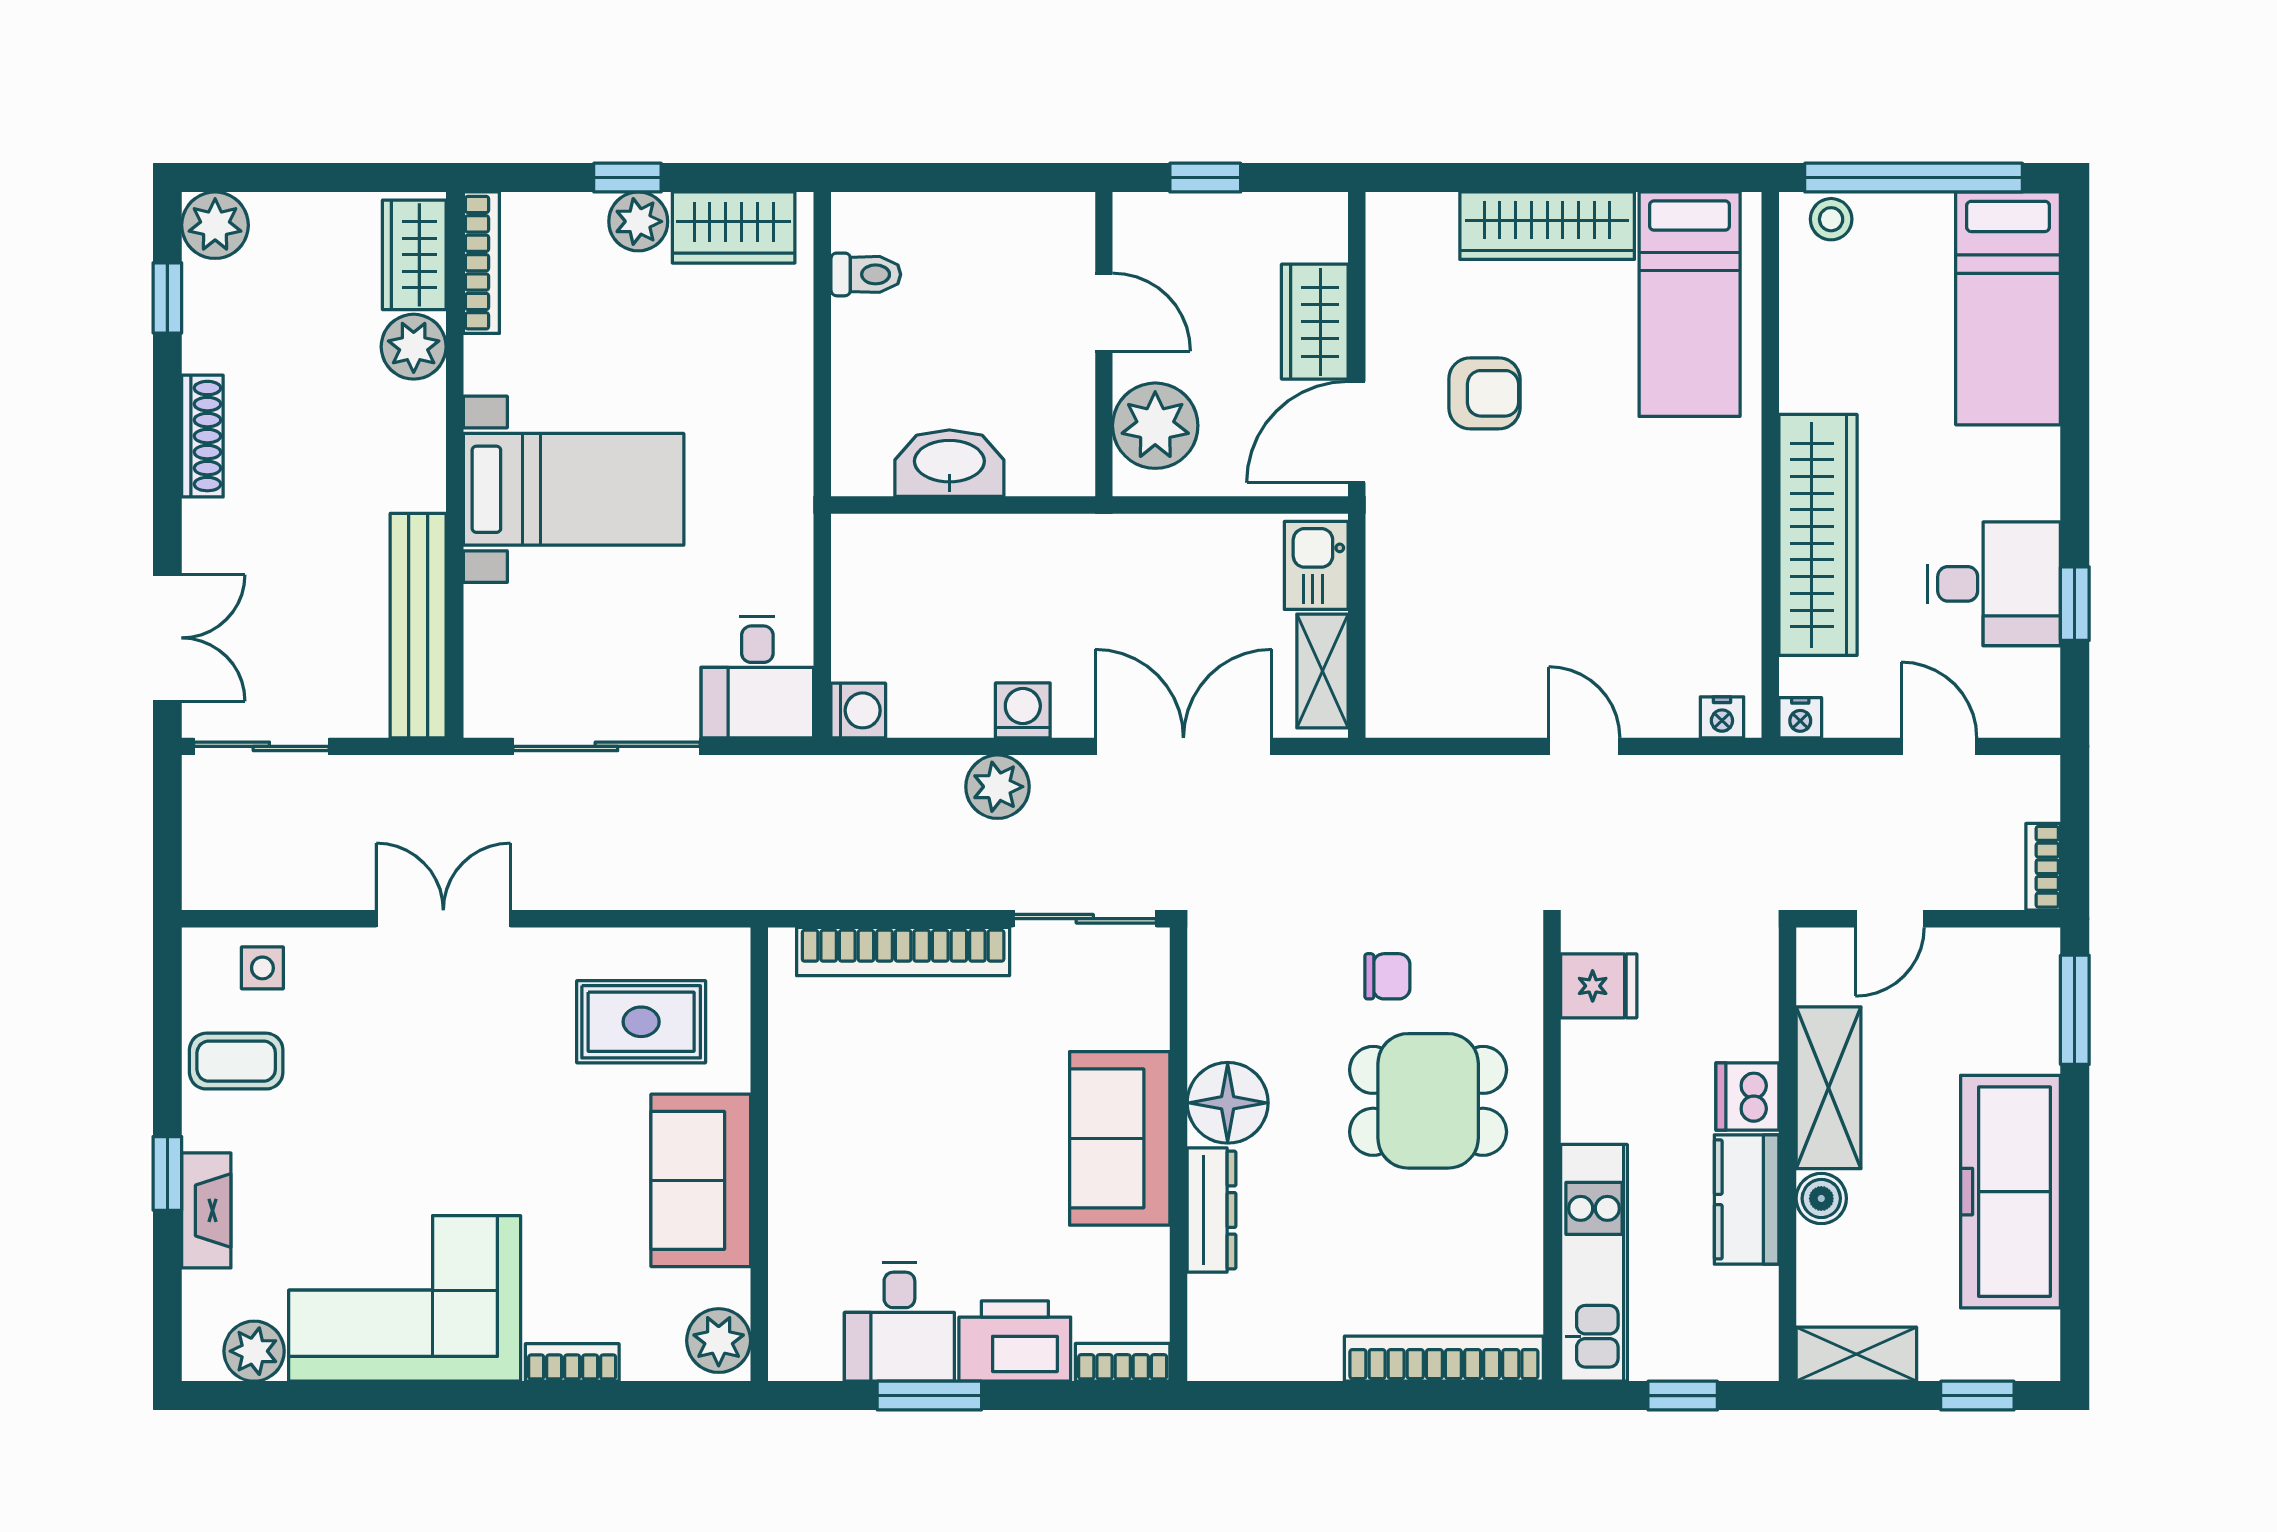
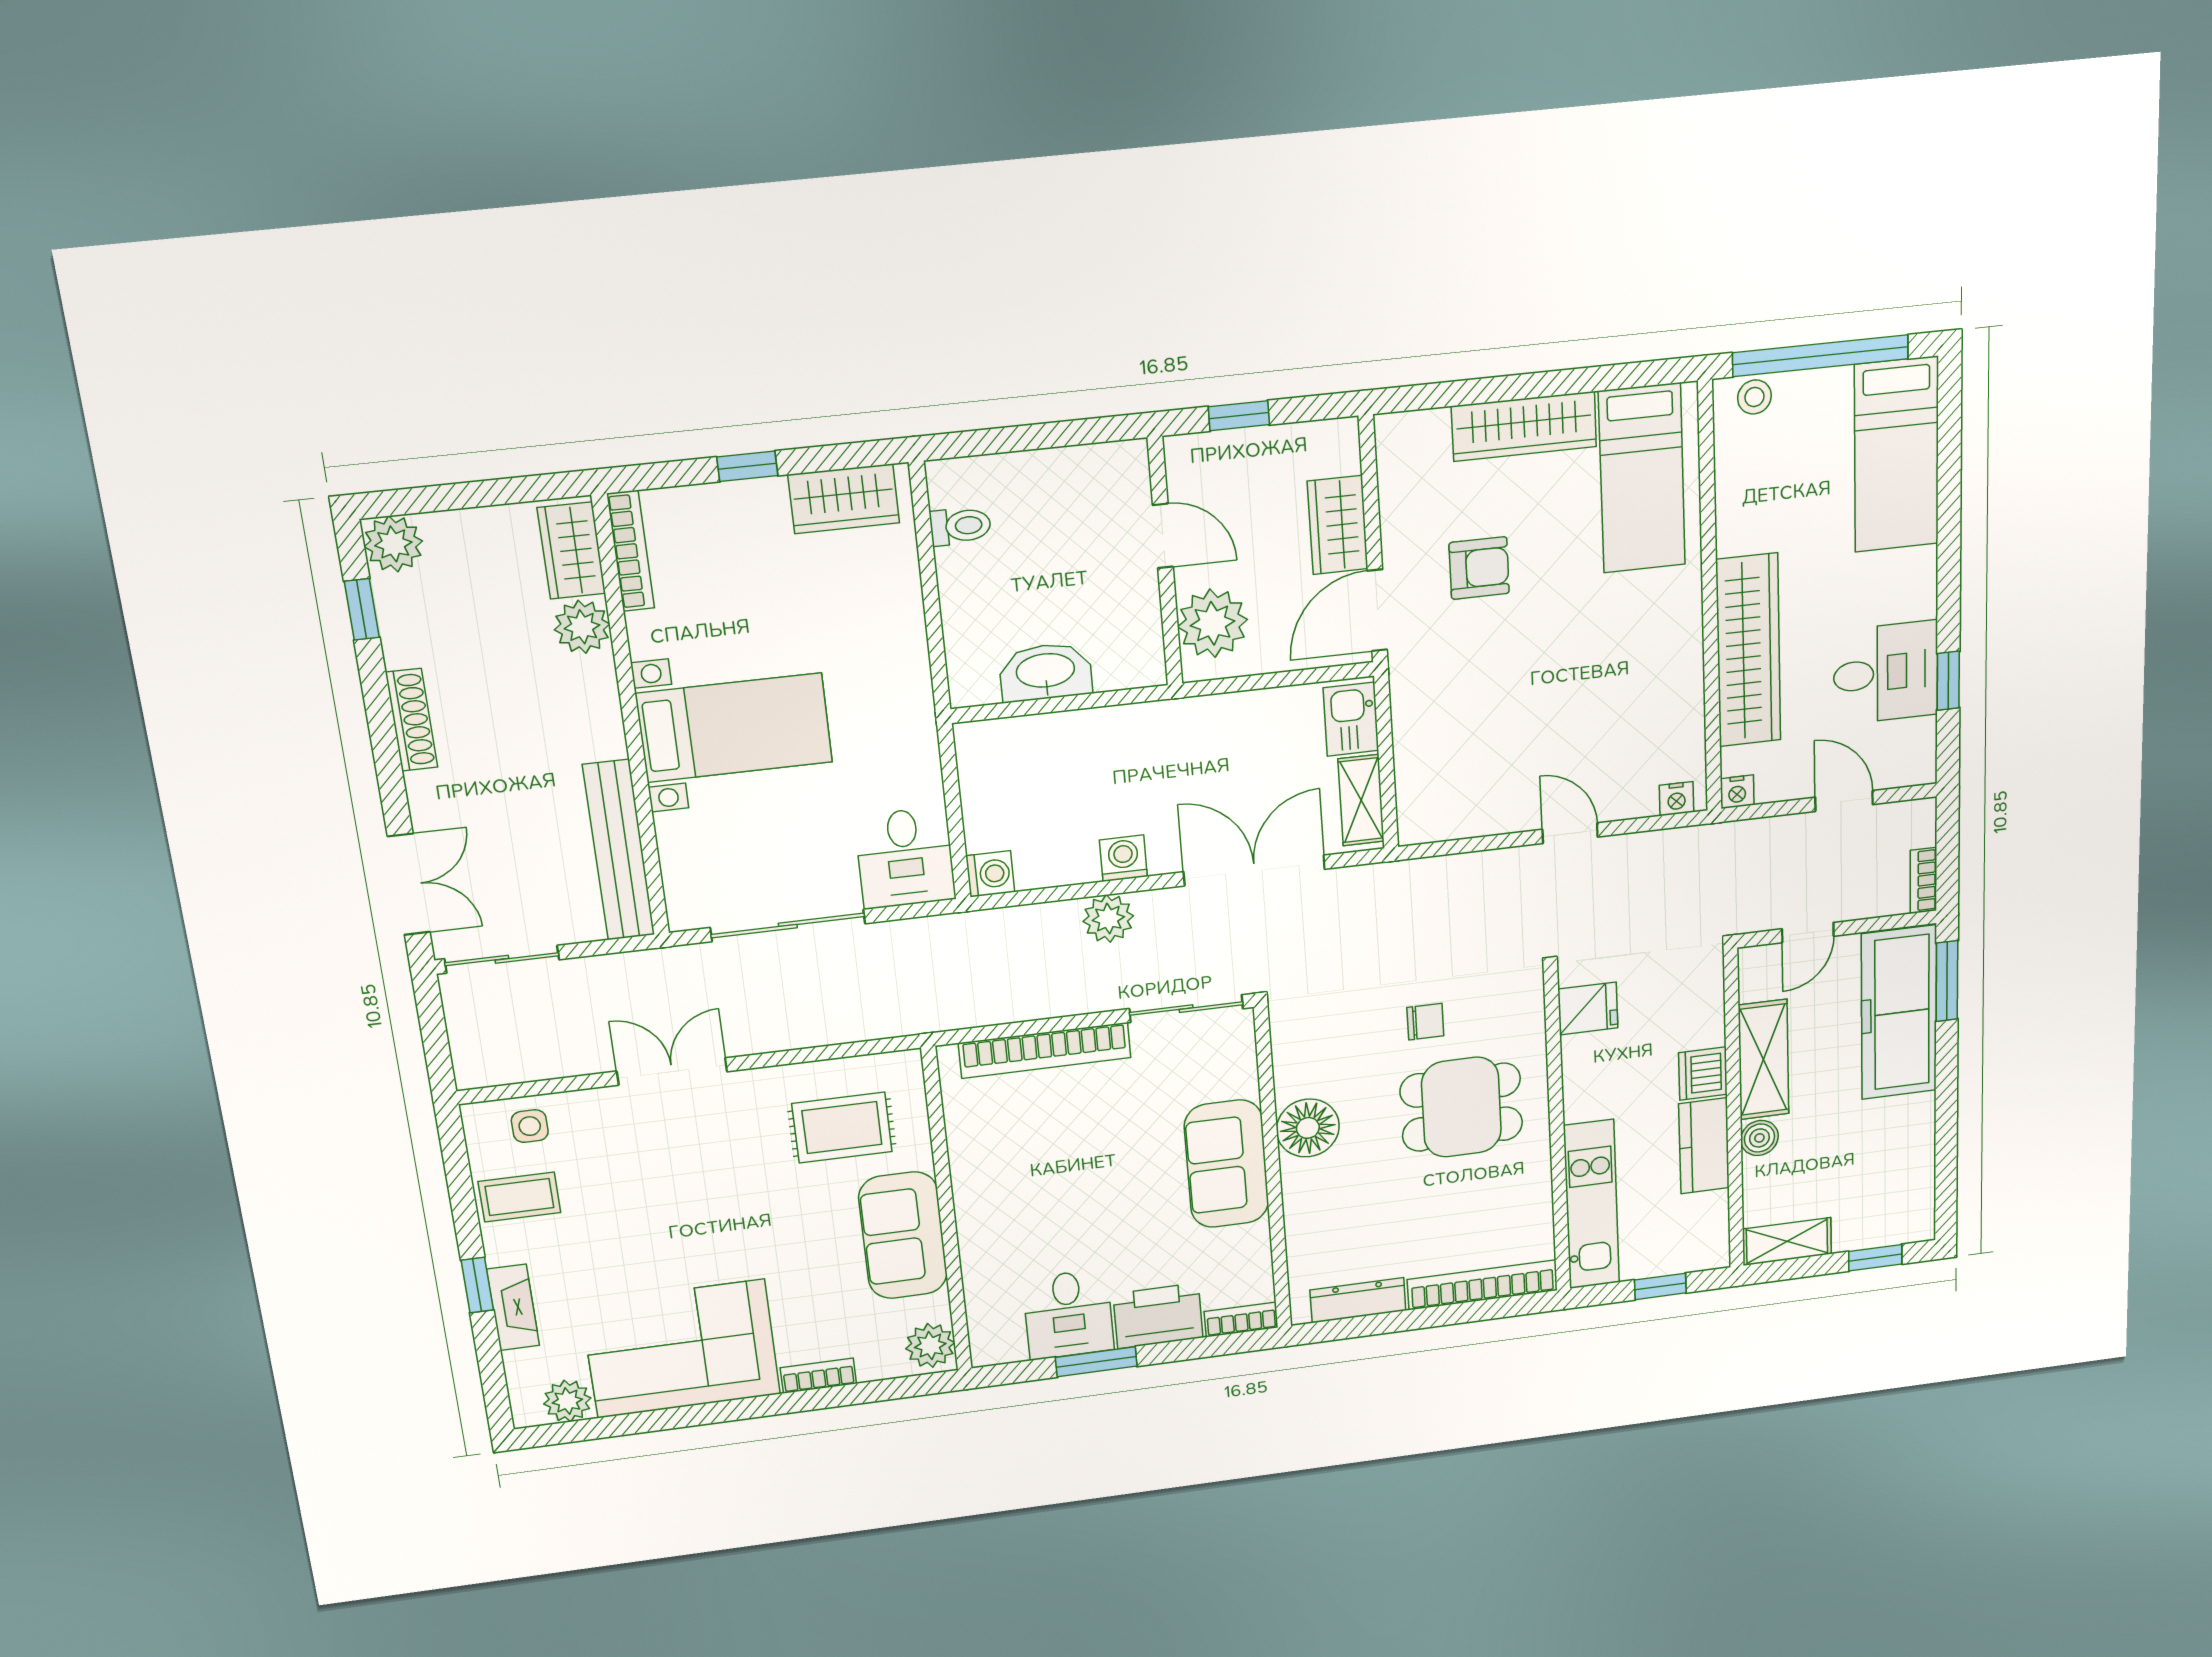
plant: (638, 221) -> (761, 502), removed
freezer: (2011, 1192) -> (1899, 1013), moved
dresser: (1212, 1210) -> (1358, 1300), moved, turned -90

